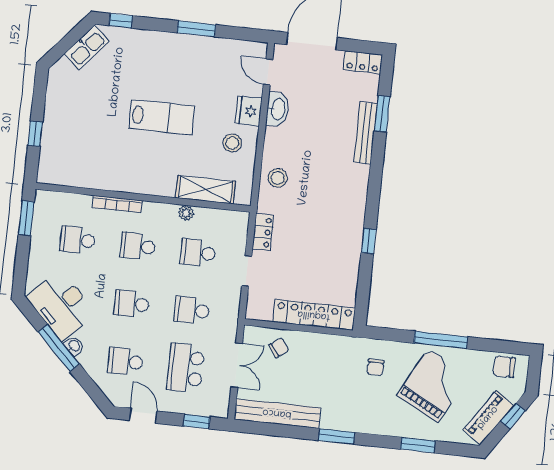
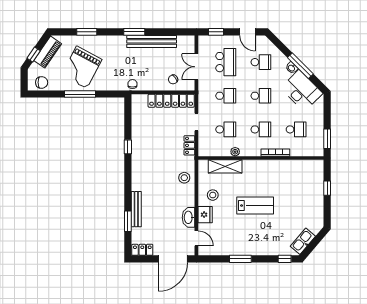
lab bench: (162, 117) -> (255, 206), turned 180
locker: (314, 315) -> (171, 101), moved
chair: (376, 367) -> (132, 84), moved
bench: (277, 413) -> (152, 41), moved

